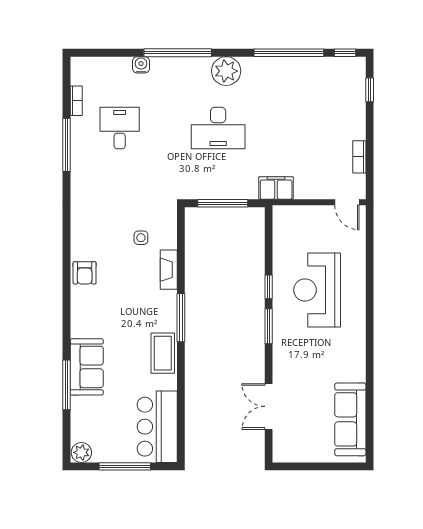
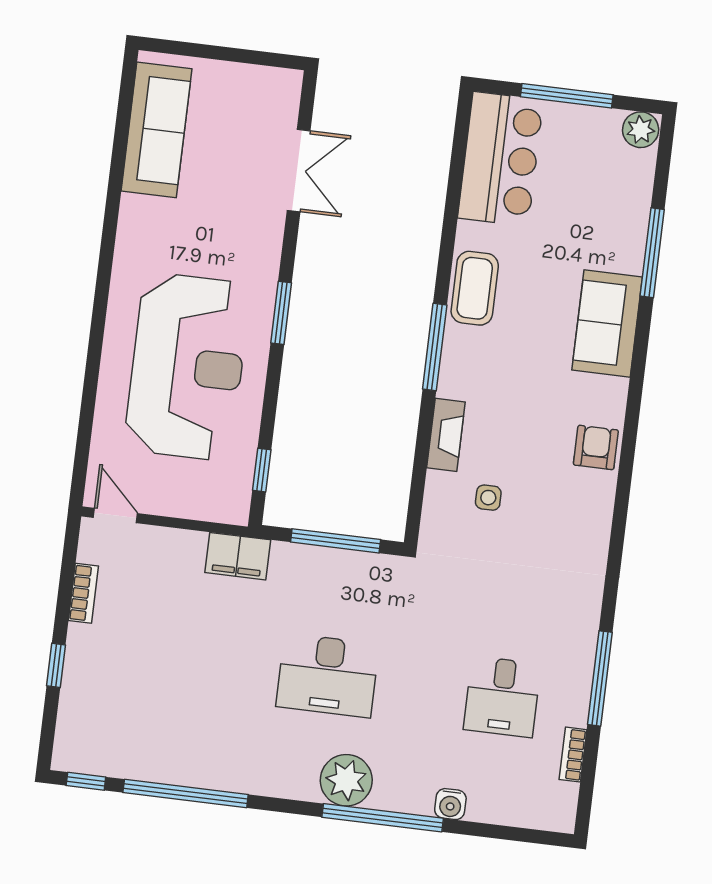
plant: (226, 71) -> (346, 780), moved
window: (370, 90) -> (56, 665), moved
desk: (218, 128) -> (328, 675), turned 180
window: (269, 287) -> (262, 470), moved
reception desk: (317, 290) -> (187, 367), width x1.36, depth x1.30
sofa: (87, 367) -> (607, 324), moved

